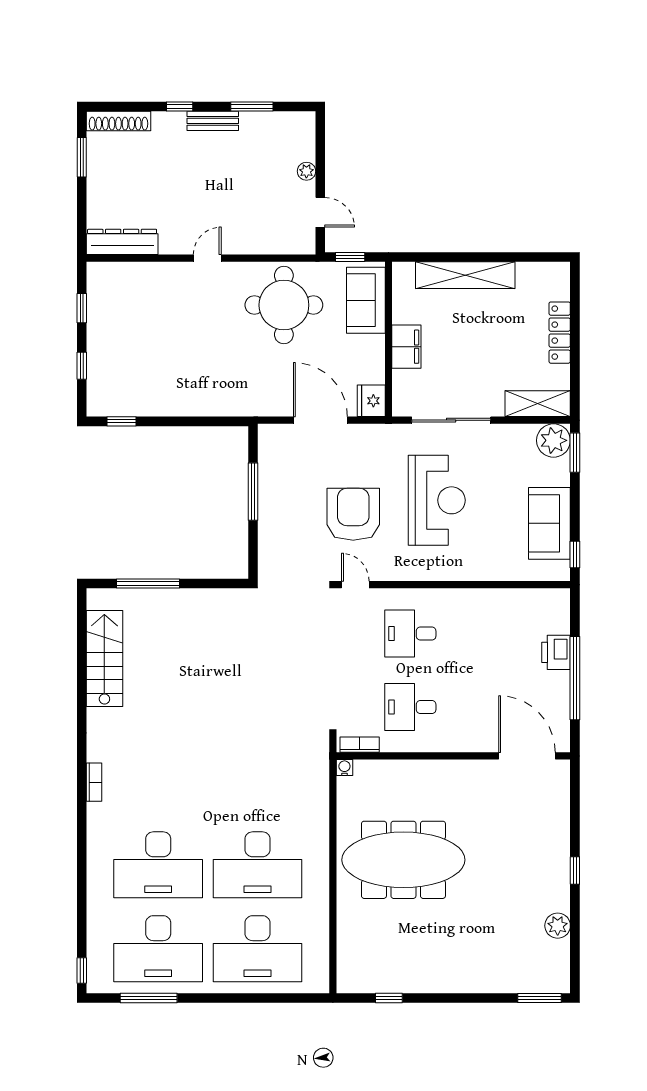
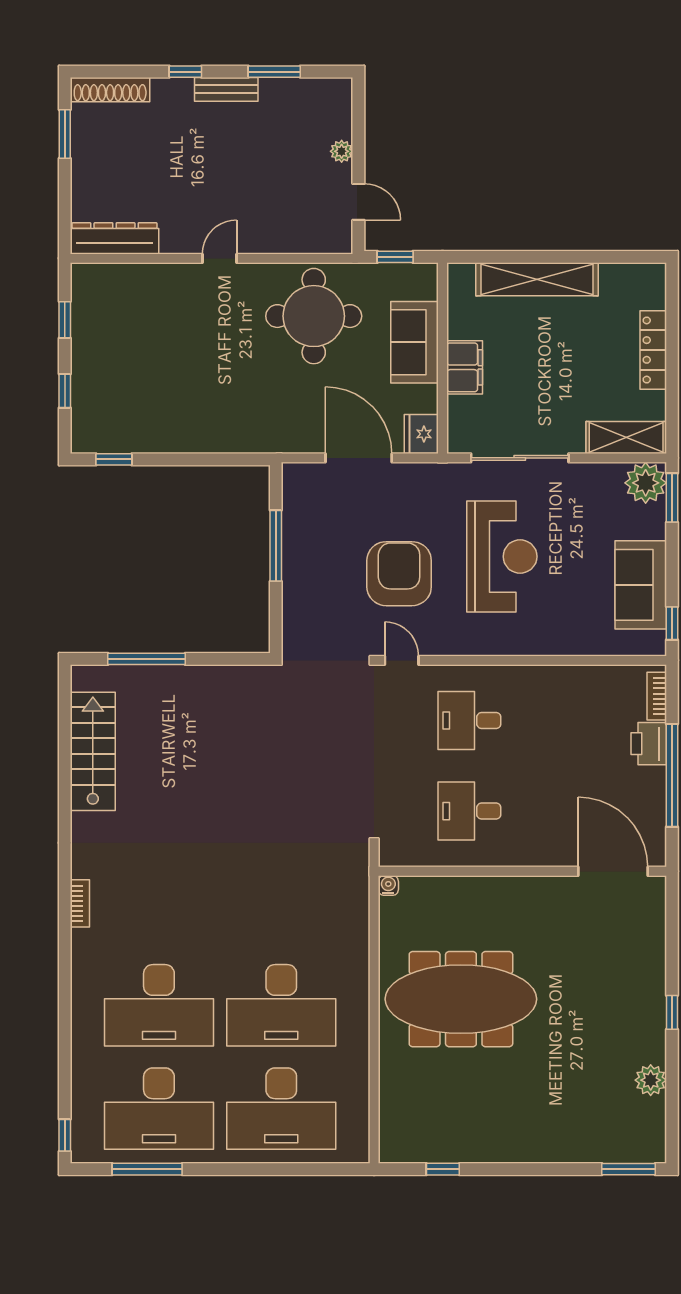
sofa: (366, 300) -> (415, 342), moved
bookcase: (360, 745) -> (657, 696), moved, turned -90

